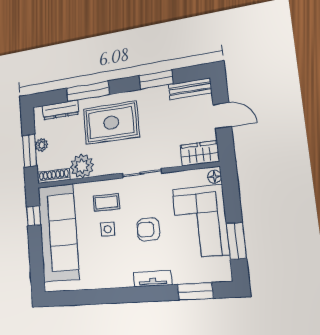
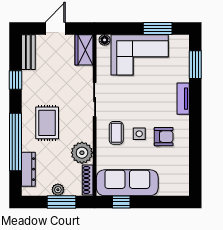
window: (156, 80) -> (15, 80), width x0.67
window: (88, 91) -> (15, 142), width x1.46
rug: (111, 123) -> (47, 123), width x0.73, depth x0.70
armchair: (148, 229) -> (164, 137), moved, turned -90
sofa: (58, 233) -> (127, 183), width x0.74, depth x0.79

